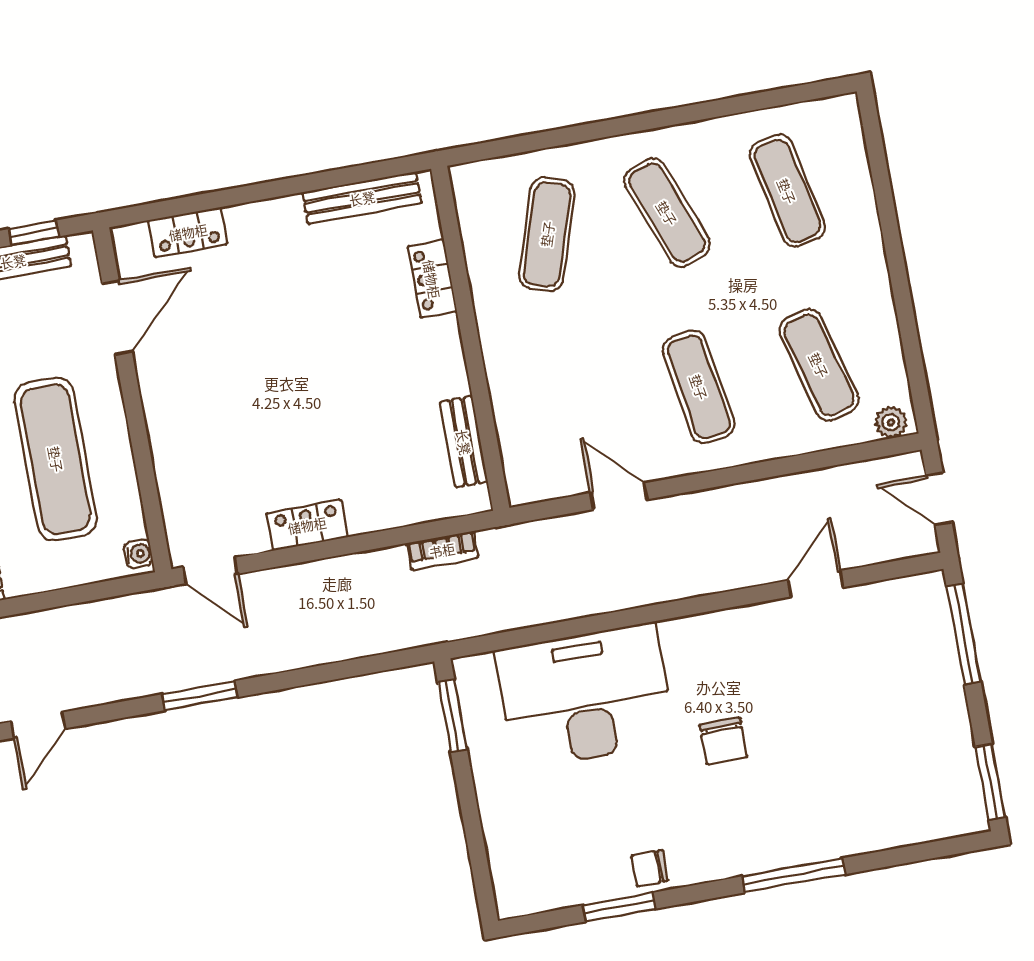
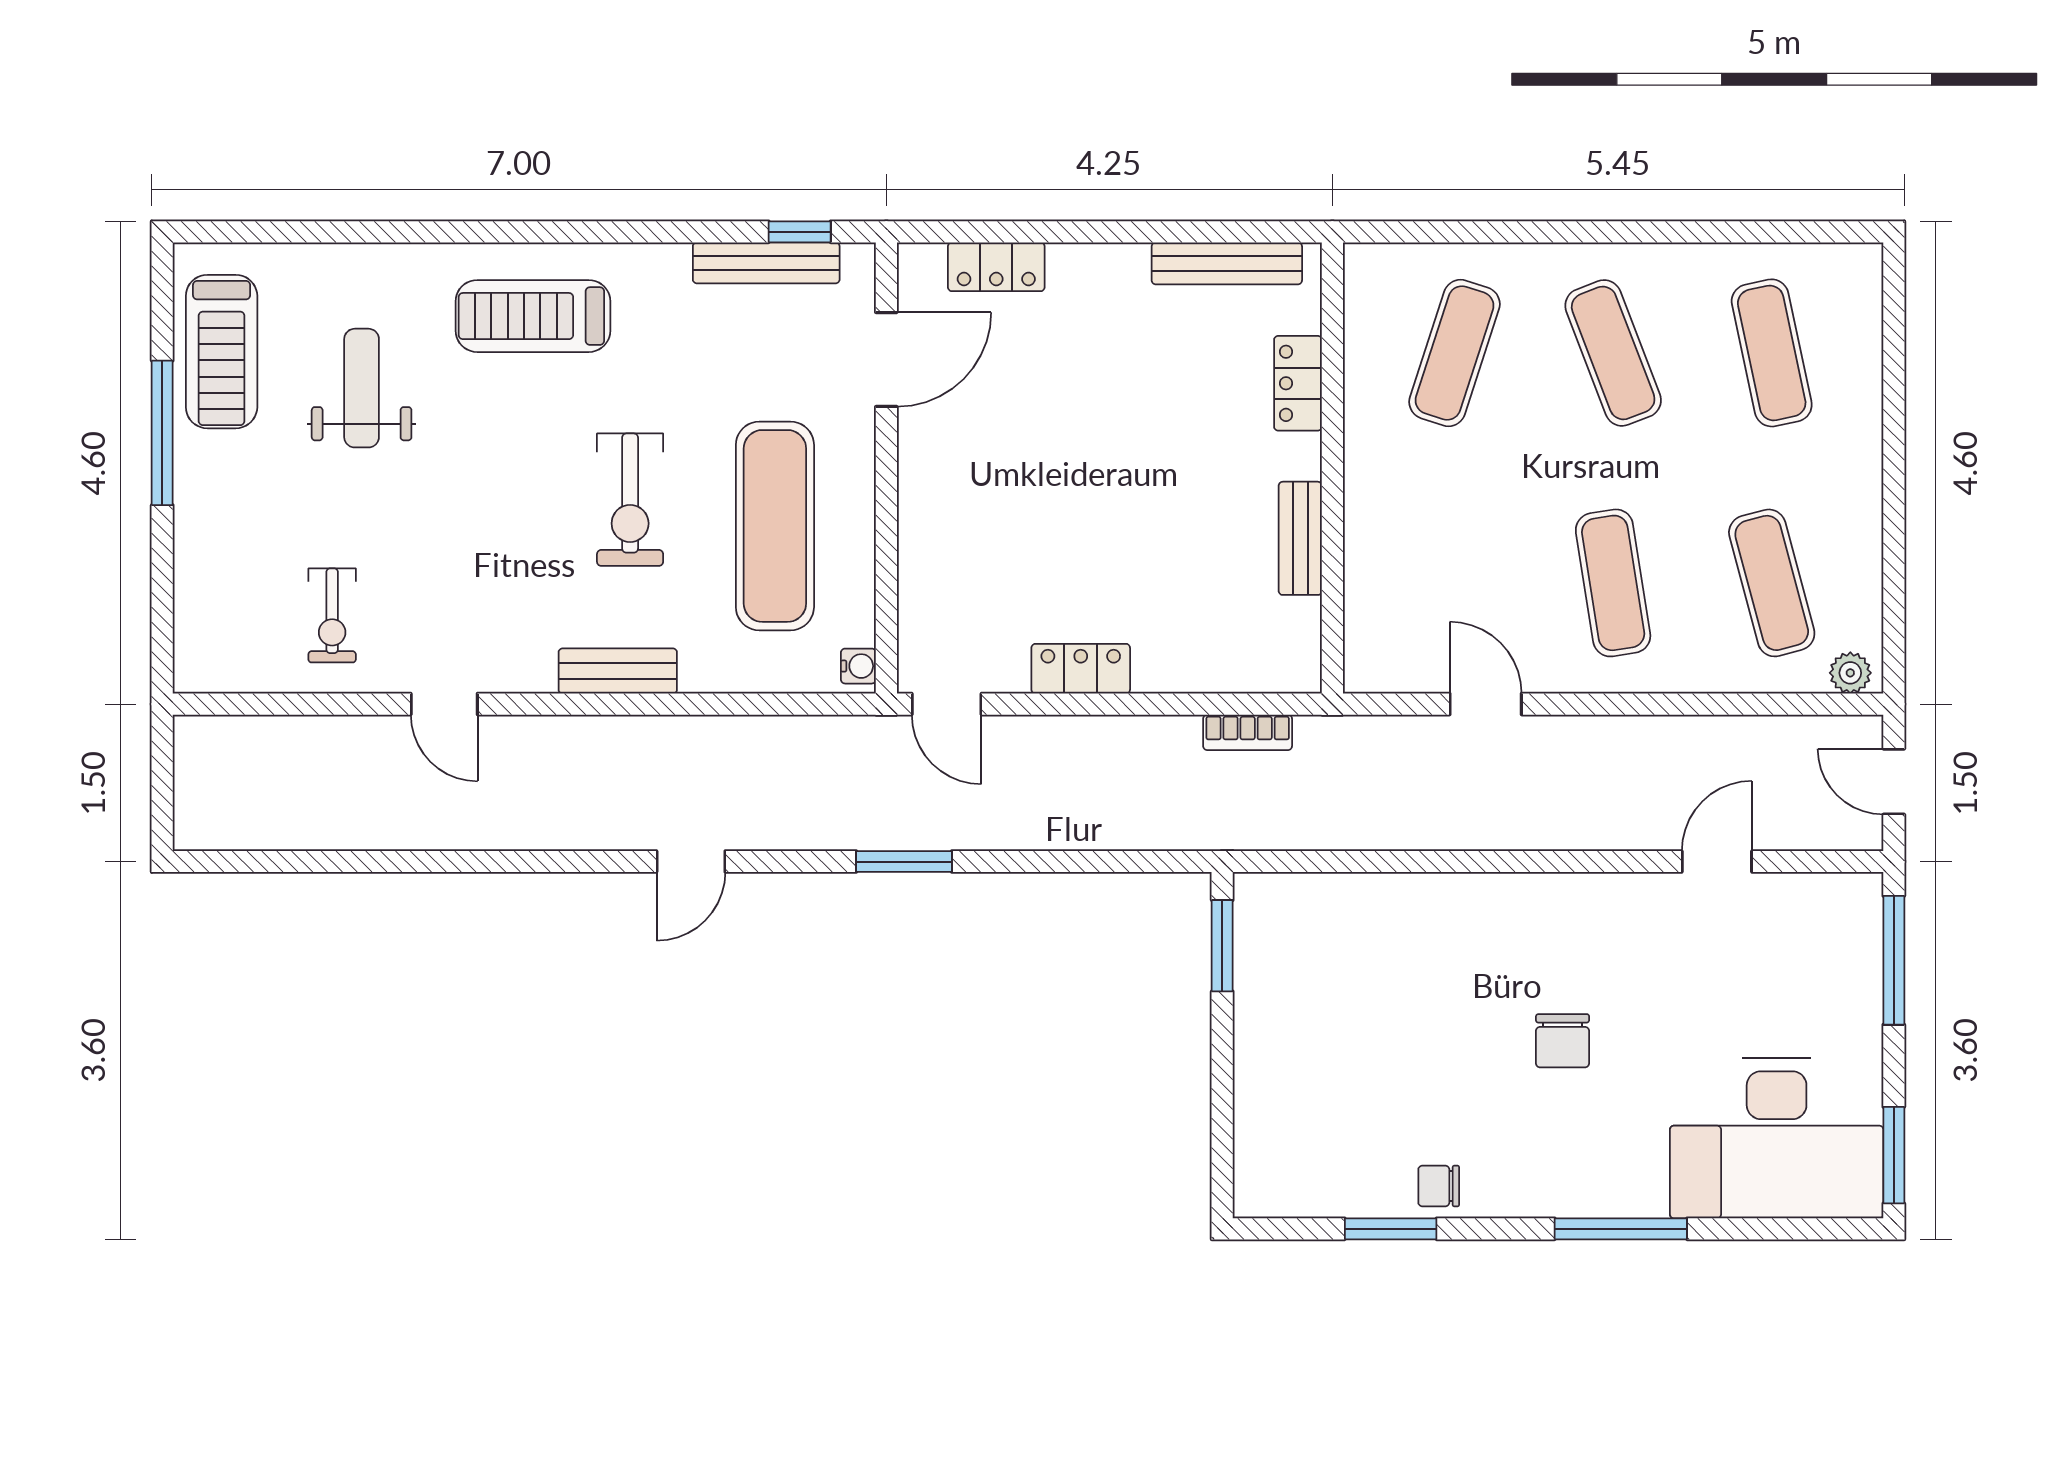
bench: (464, 442) -> (1300, 538), moved
desk: (585, 696) -> (1777, 1138), moved, turned 180

